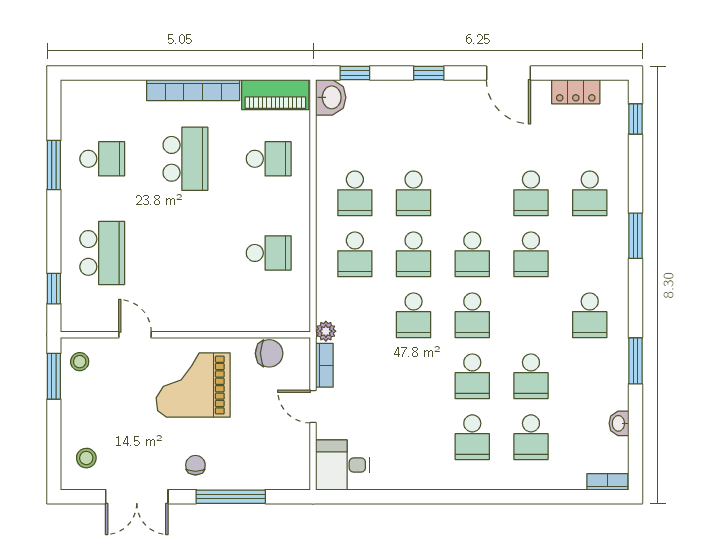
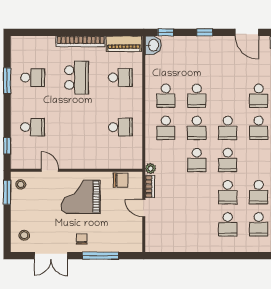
school desk: (102, 253) -> (33, 127), width x0.54
desk: (343, 465) -> (159, 239), removed

